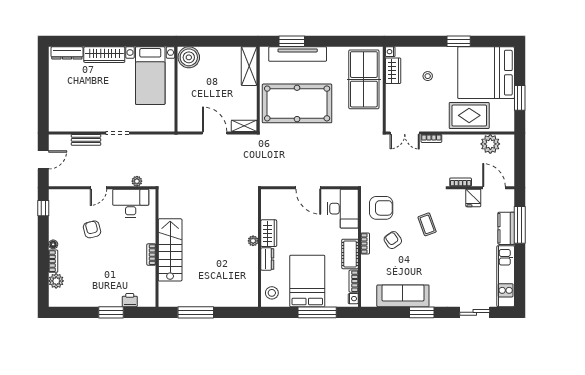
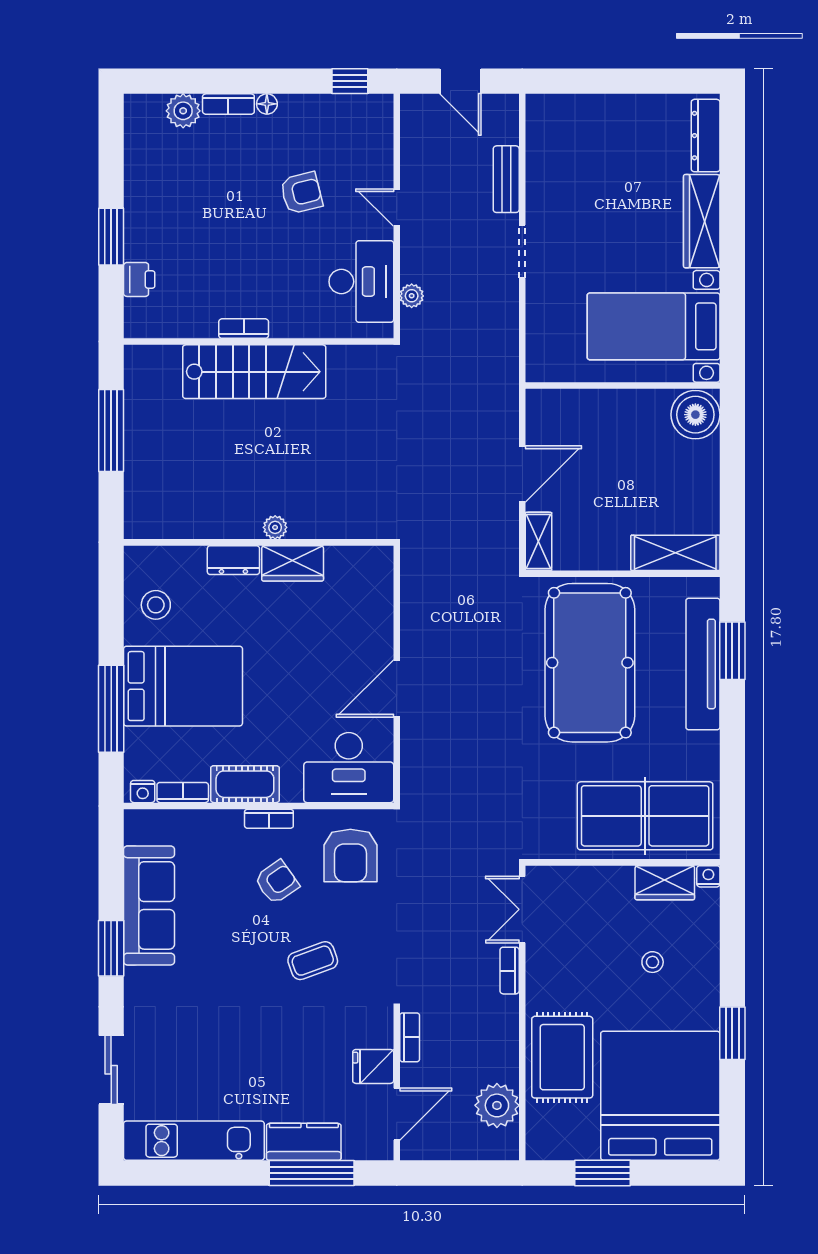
wardrobe: (269, 233) -> (293, 563), moved
plant: (253, 241) -> (275, 527), moved
wall: (260, 248) -> (259, 542), moved
dresser: (267, 259) -> (233, 560), moved

